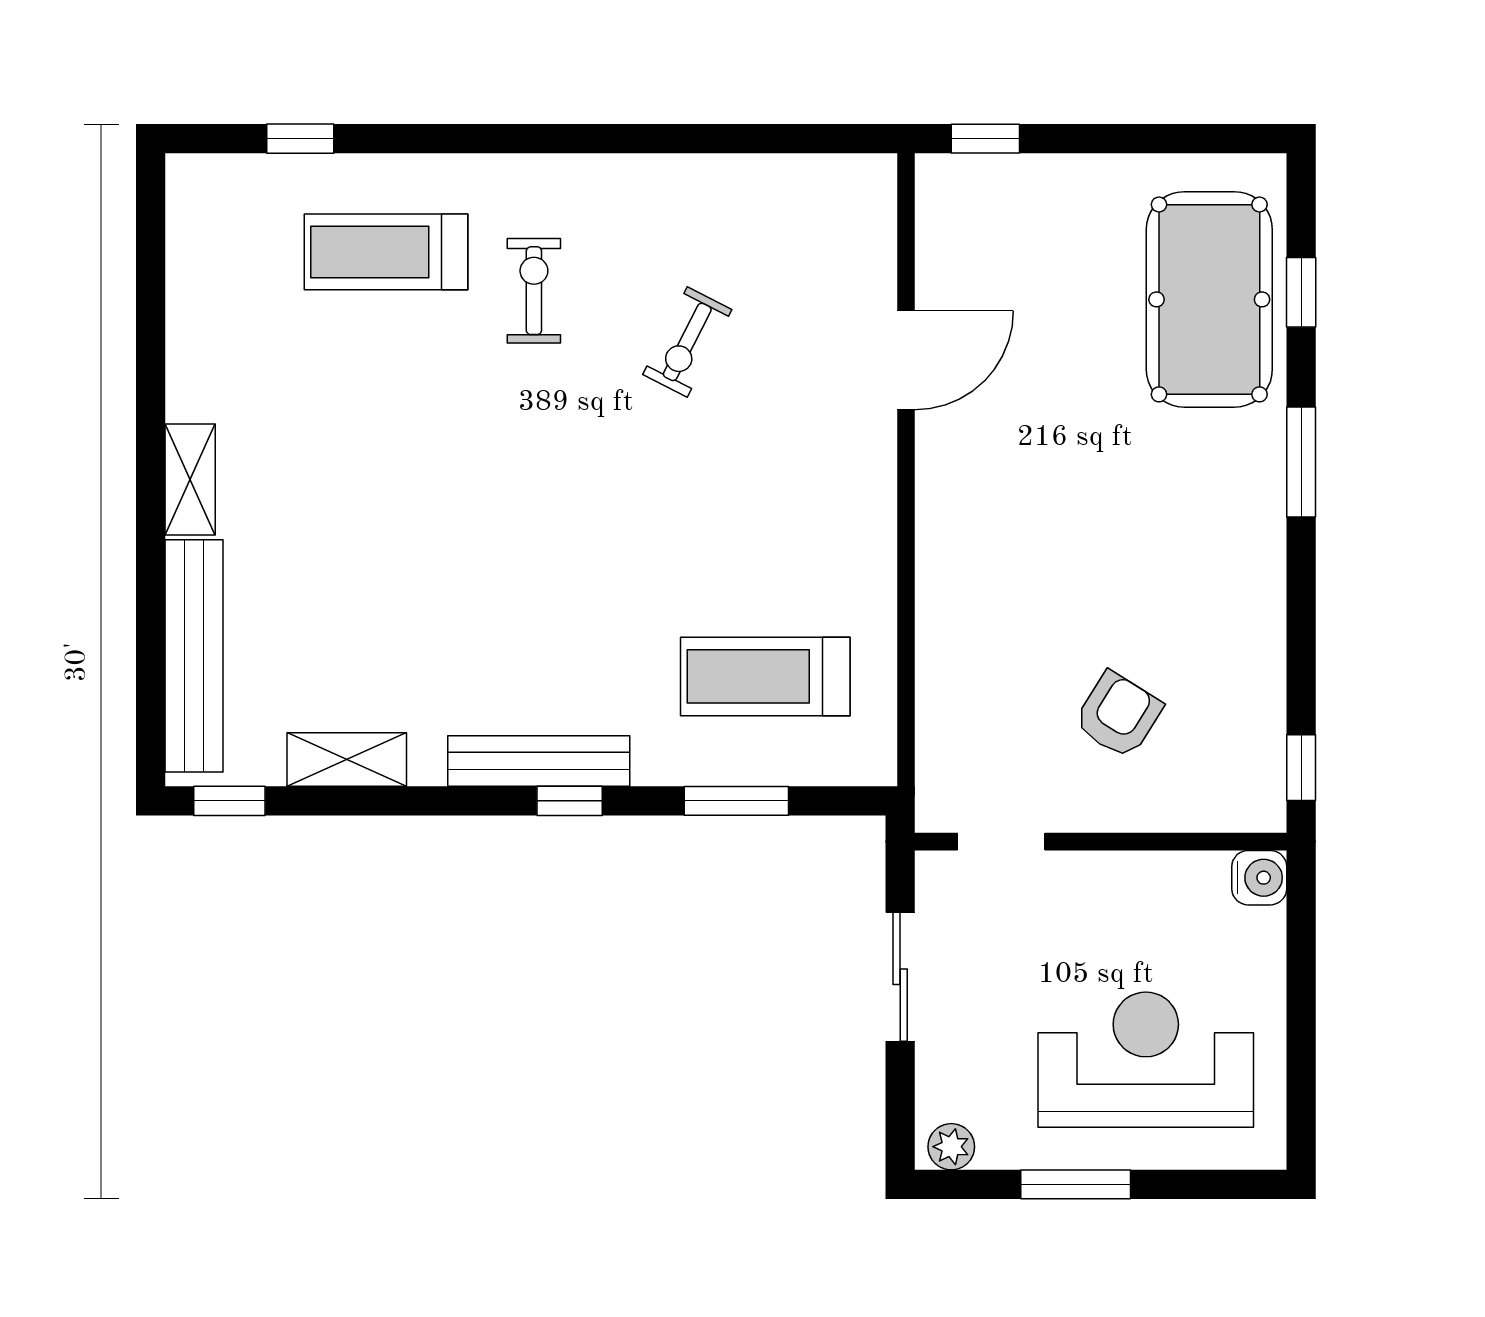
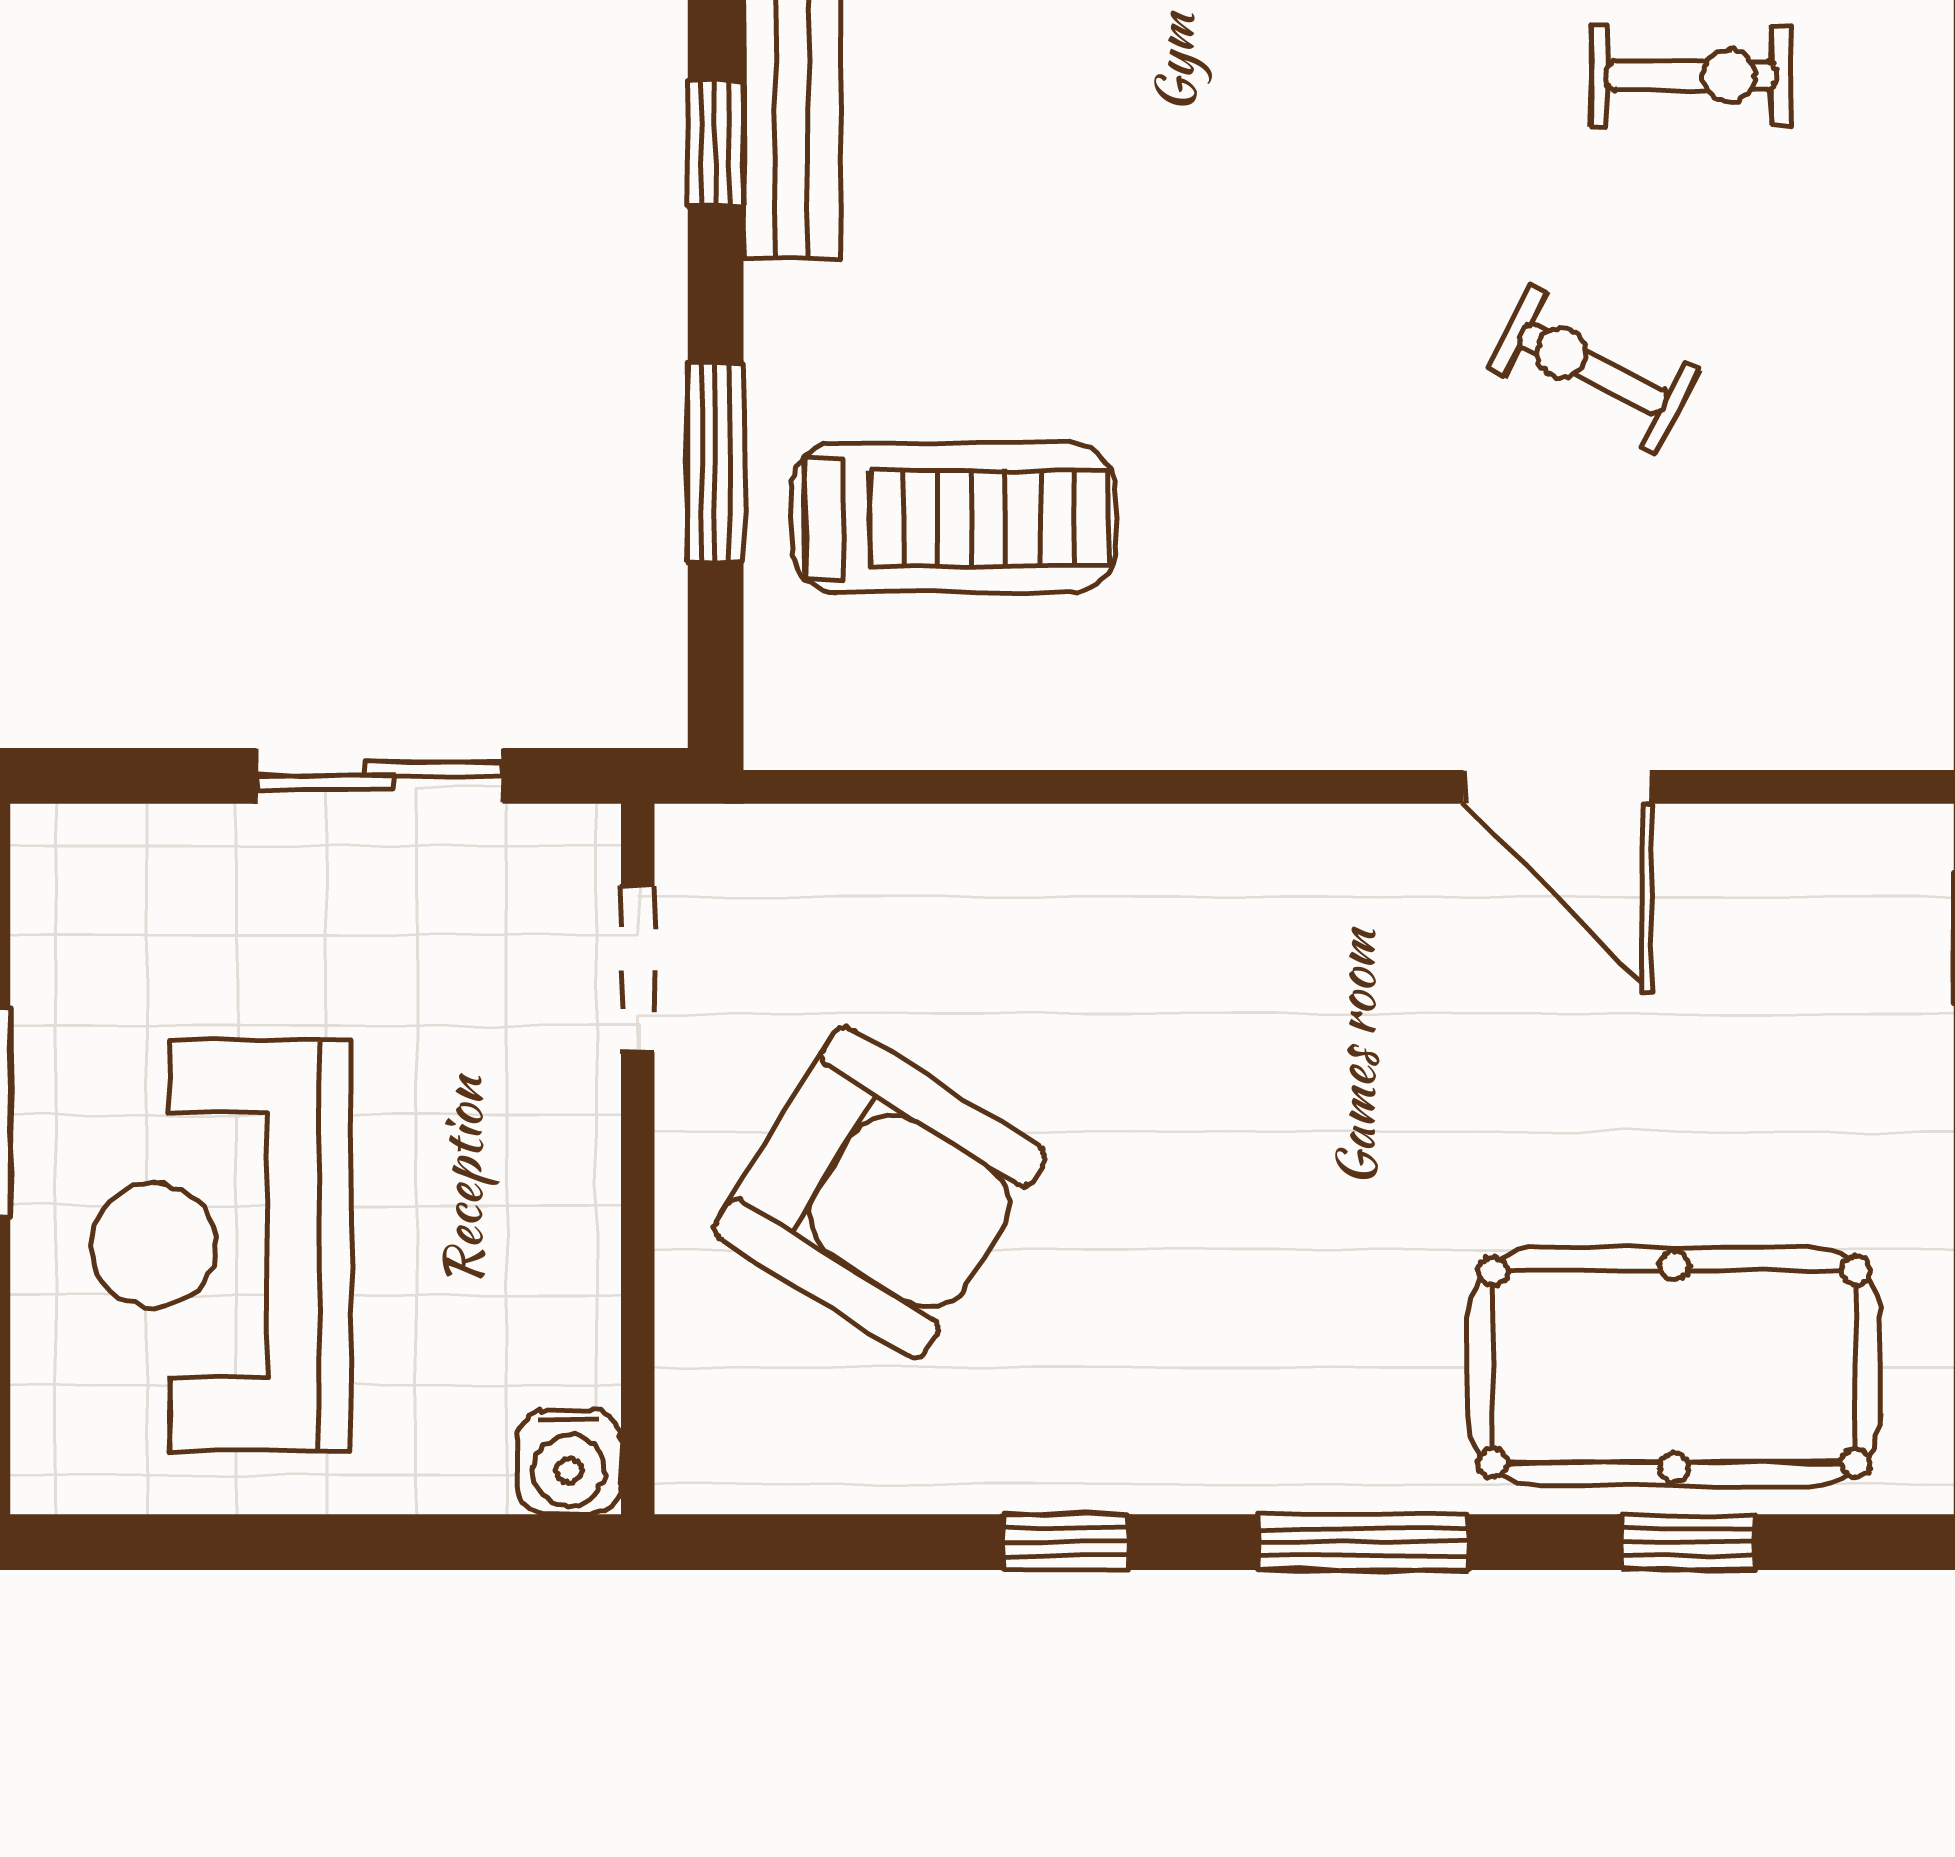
treadmill: (765, 676) -> (954, 518), turned 90
armchair: (1118, 715) -> (880, 1193), width x1.88, depth x1.88
window: (1301, 768) -> (1065, 1542), moved
reception desk: (1146, 1060) -> (221, 1245), turned 180
plant: (951, 1147) -> (55, 873), removed

